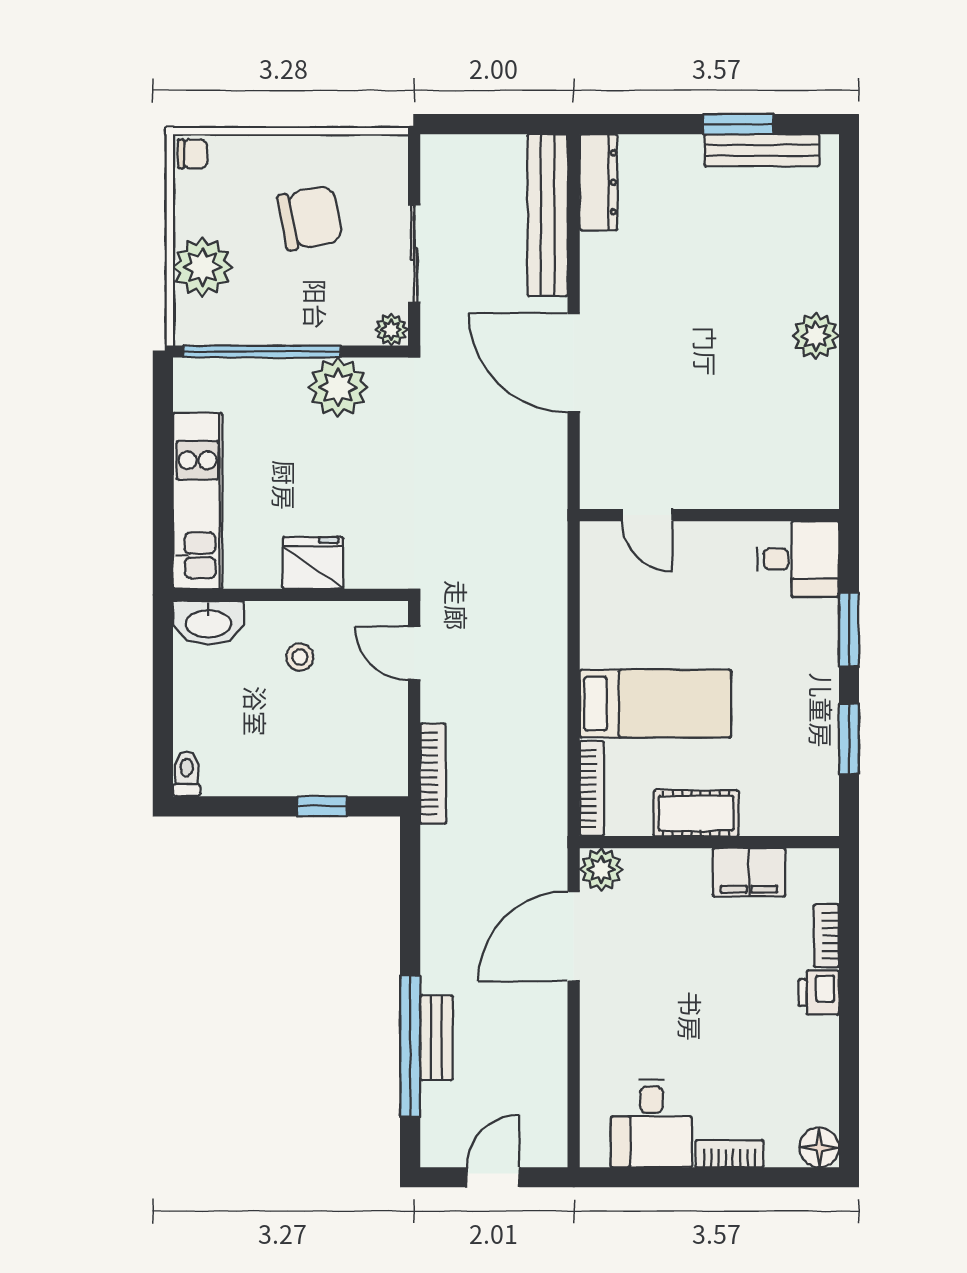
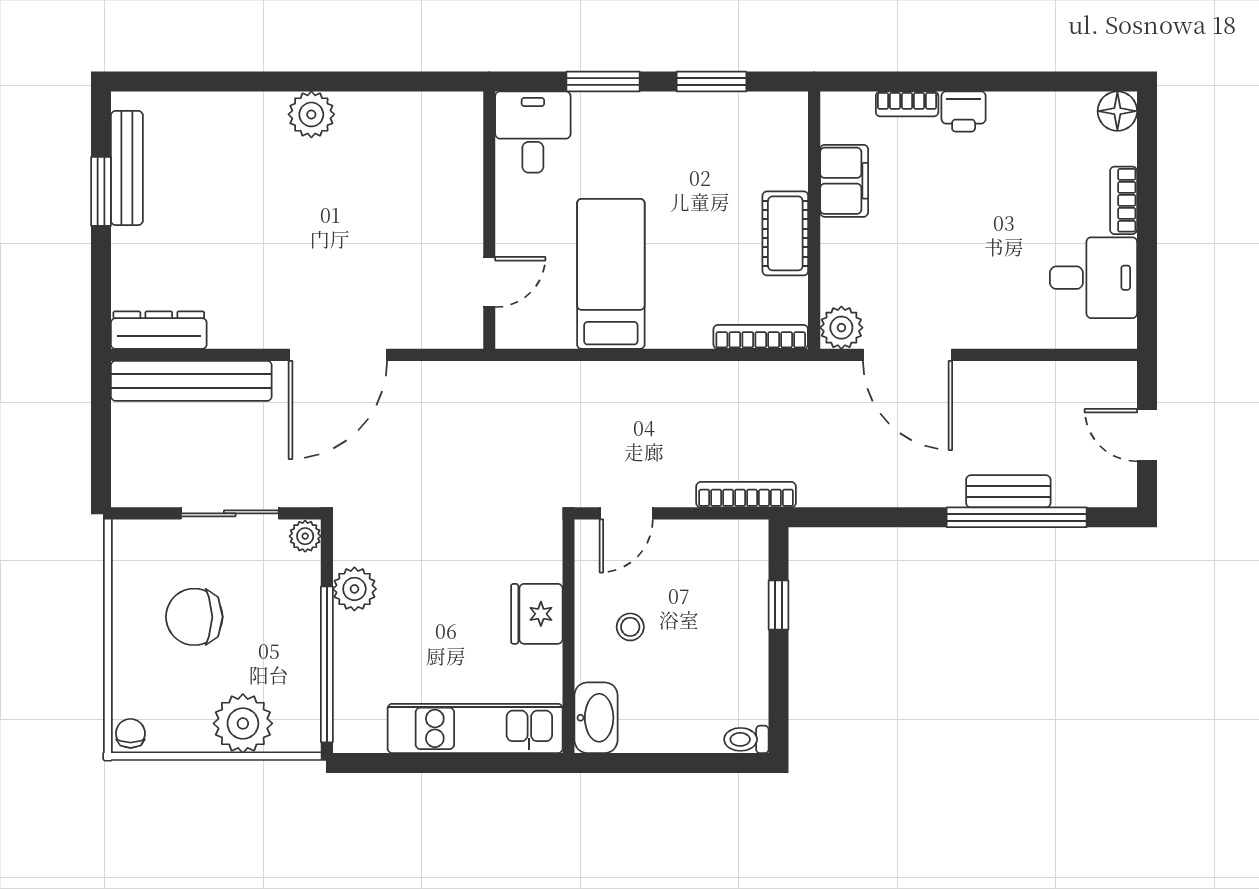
chair: (310, 218) -> (194, 617), turned -79
plant: (338, 387) -> (354, 589), width x0.73, depth x0.73
bed: (655, 704) -> (611, 274), moved

